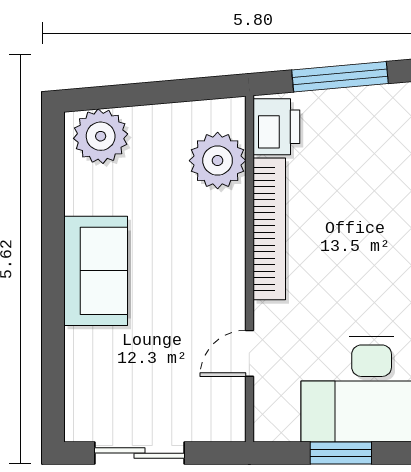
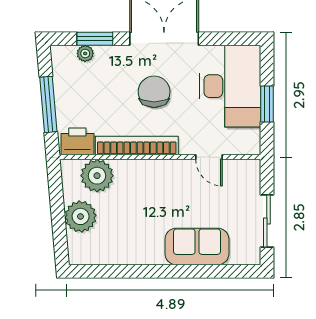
plant: (101, 136) -> (81, 216), moved
chair: (362, 259) -> (154, 92), added
sofa: (96, 271) -> (197, 246), moved

